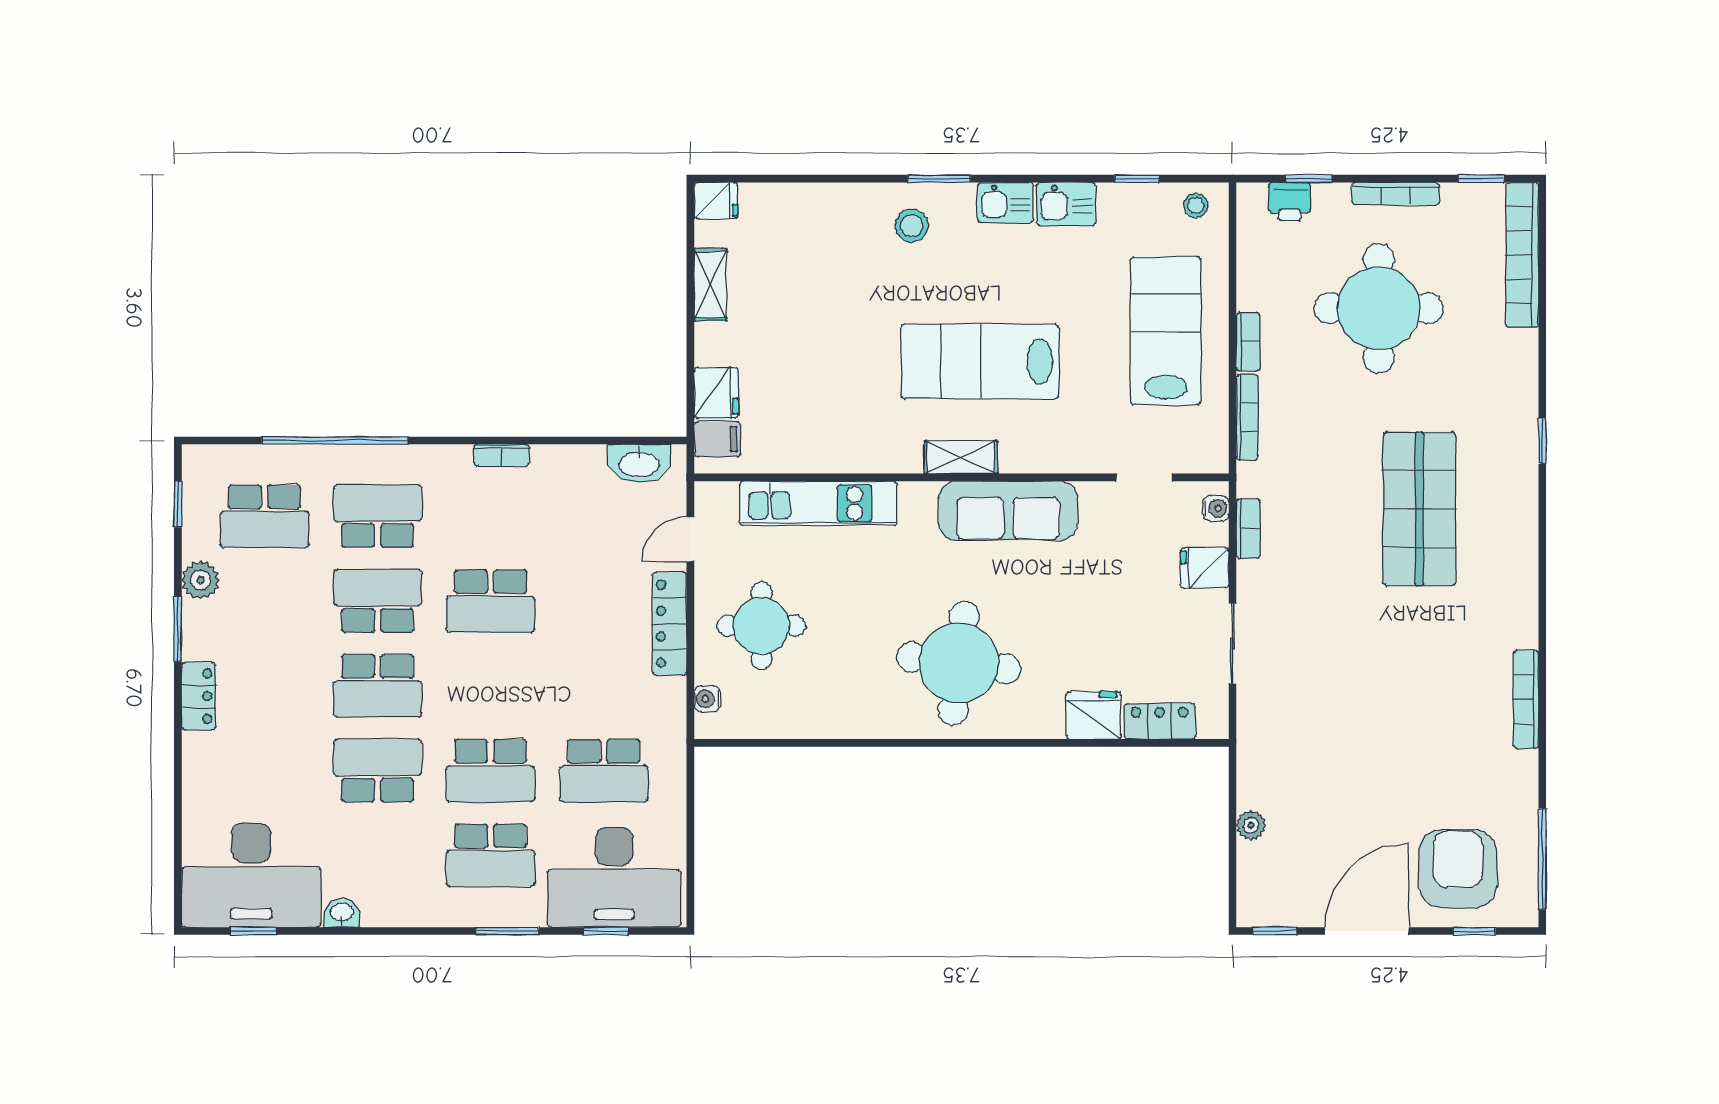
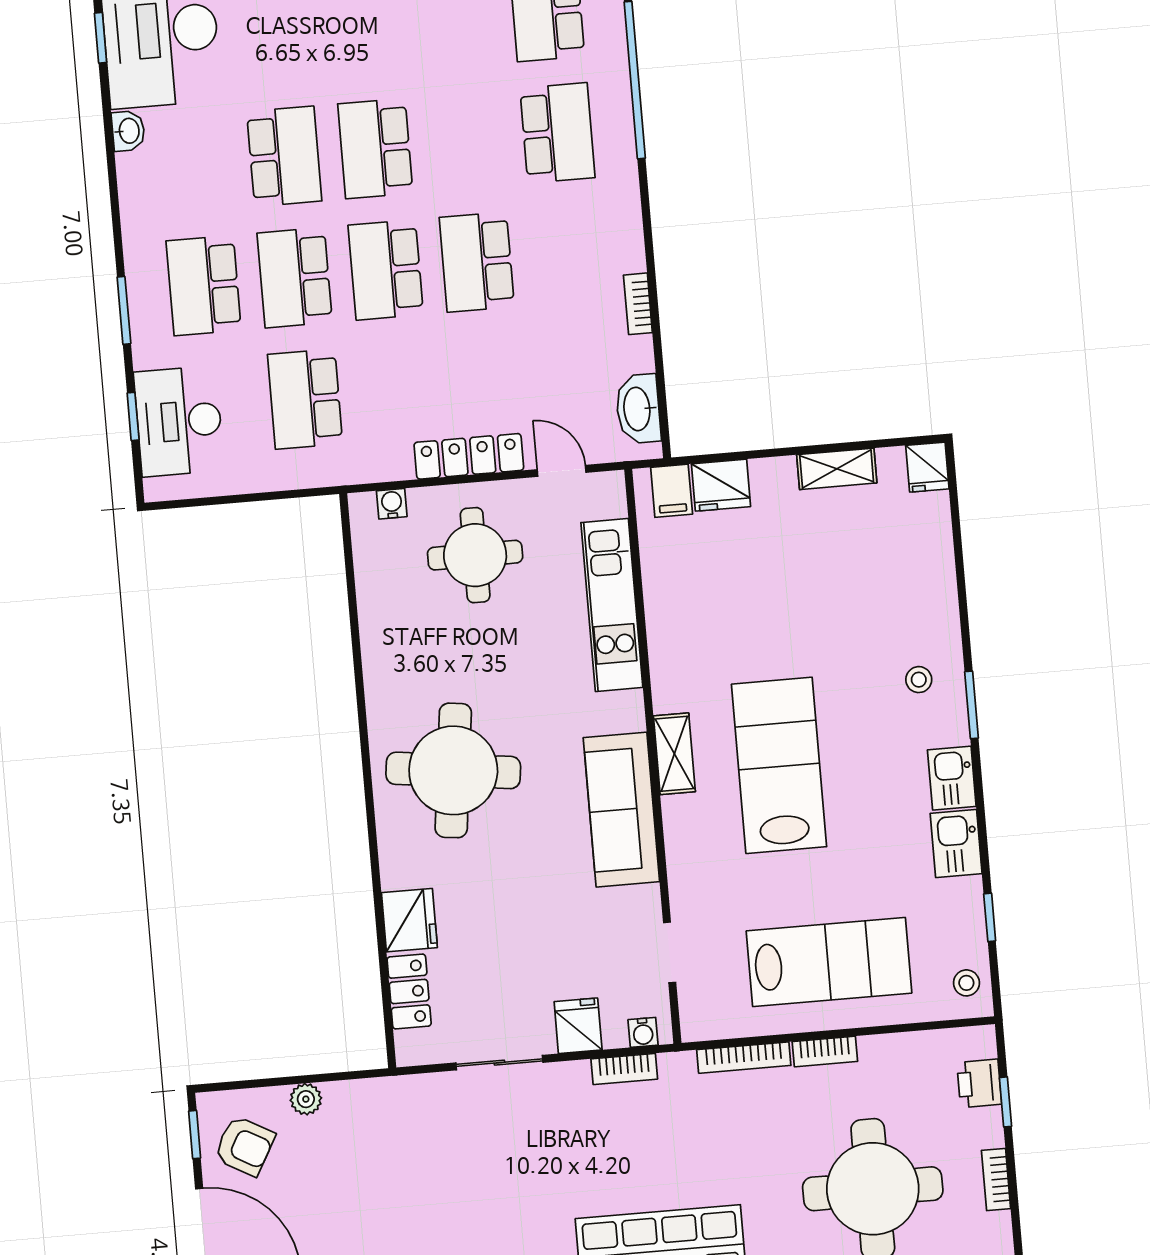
bookcase: (1396, 194) -> (996, 1179), width x0.64
stool: (912, 225) -> (919, 680), width x0.73, depth x0.73
bookcase: (502, 455) -> (638, 304), moved
school desk: (378, 601) -> (386, 270), moved, turned 180
desk: (614, 877) -> (179, 421), width x0.73, depth x0.77
armchair: (1289, 886) -> (244, 1146), added

